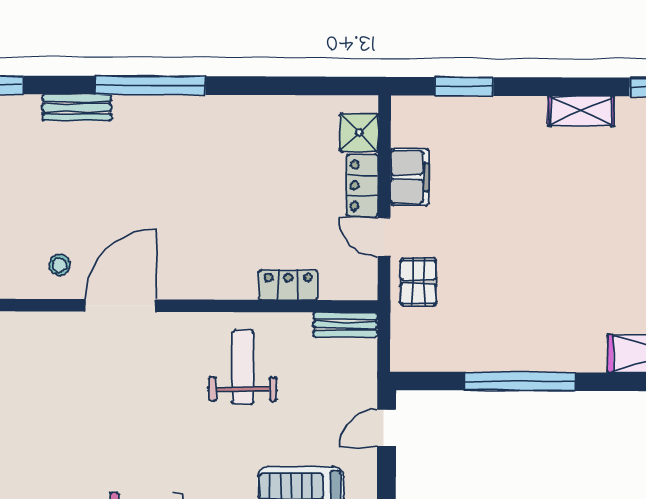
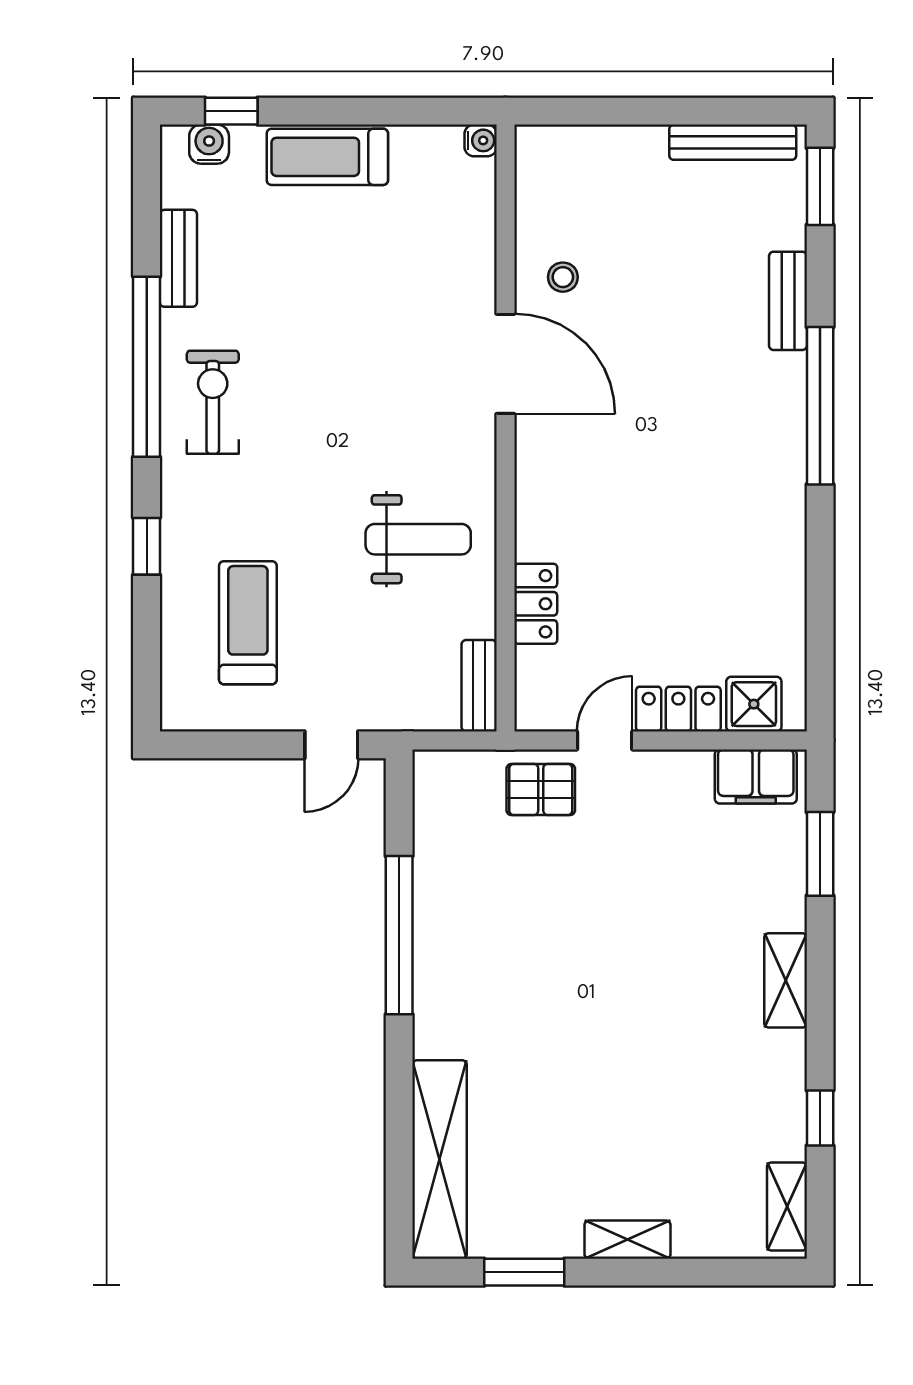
shelving: (581, 111) -> (786, 980), moved
filing cabinet: (410, 177) -> (756, 776), moved
door: (387, 428) -> (331, 745), swing flipped

